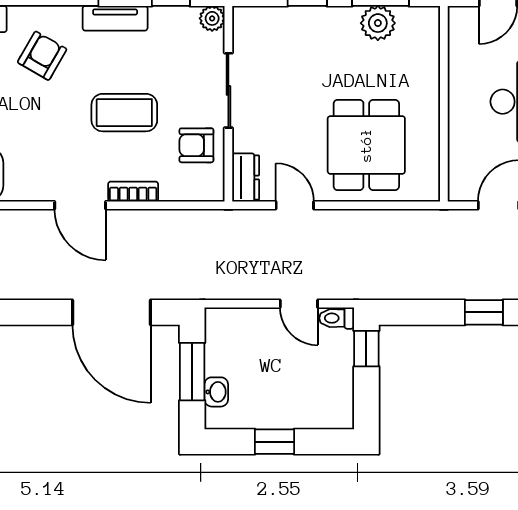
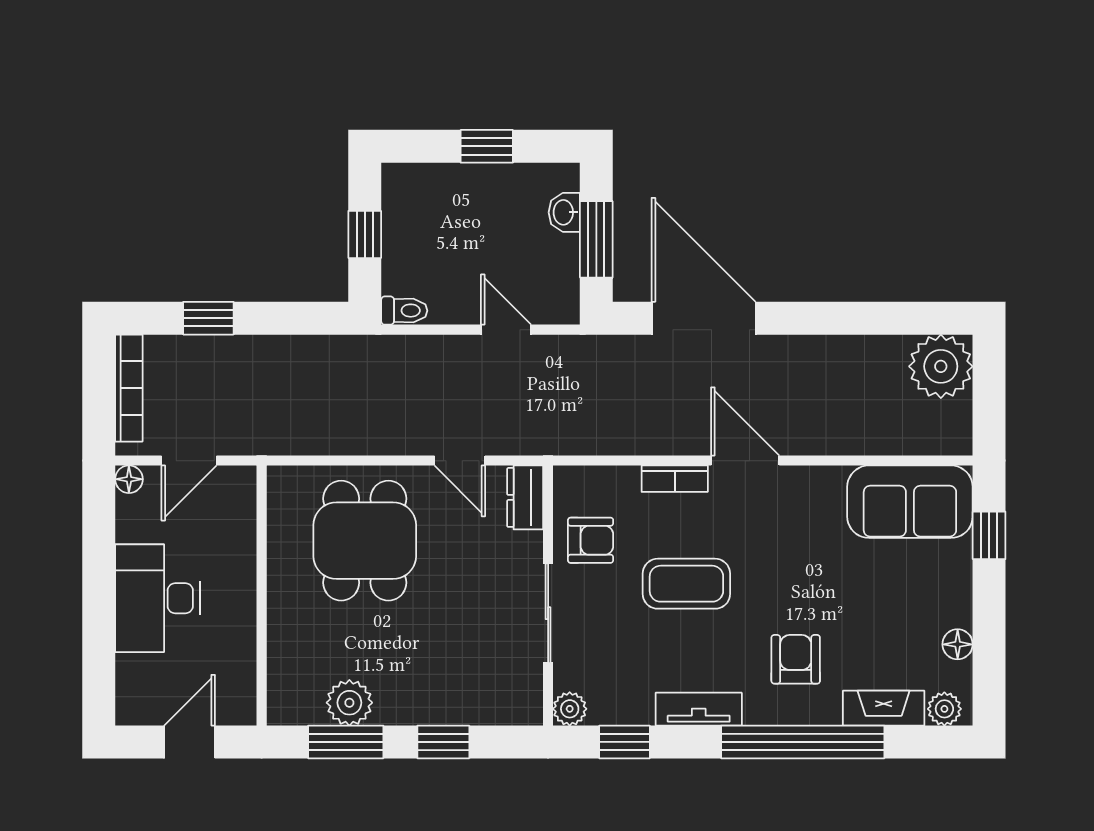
armchair: (42, 56) -> (796, 659), turned 150
door: (299, 304) -> (506, 330), moved
window: (366, 349) -> (365, 234), moved

